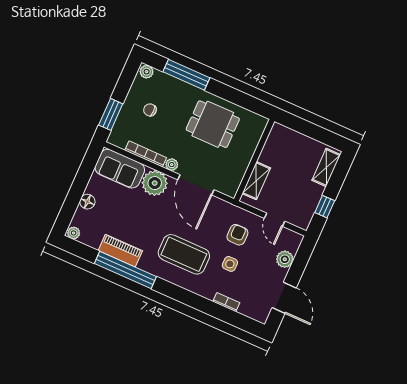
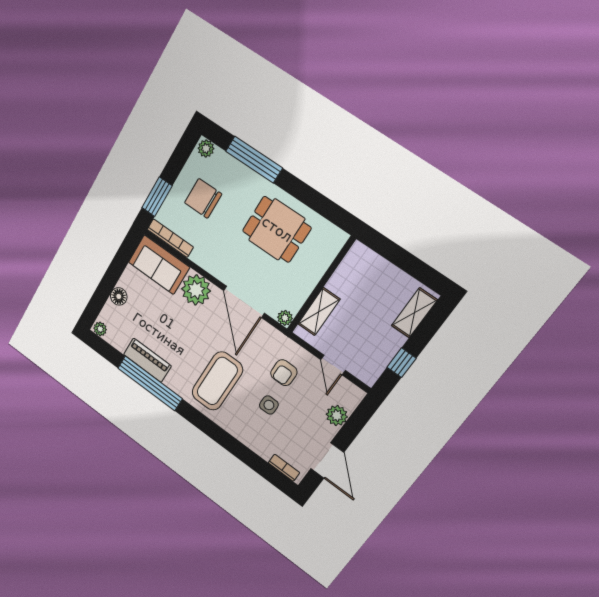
chair: (150, 110) -> (203, 198), width x1.87, depth x1.87
bookcase: (146, 154) -> (170, 238), moved
plant: (172, 165) -> (285, 318), moved
armchair: (237, 235) -> (284, 373), turned 180
coffee table: (184, 254) -> (217, 381), turned 90
bookcase: (226, 302) -> (284, 468), moved

